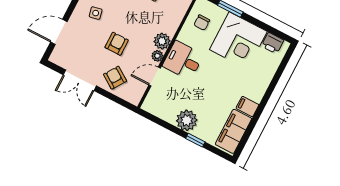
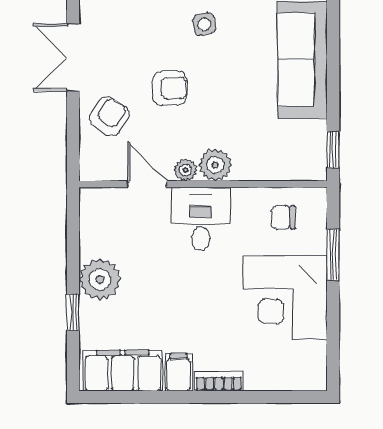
printer: (273, 43) -> (311, 359), removed
bookcase: (261, 90) -> (219, 381), added

